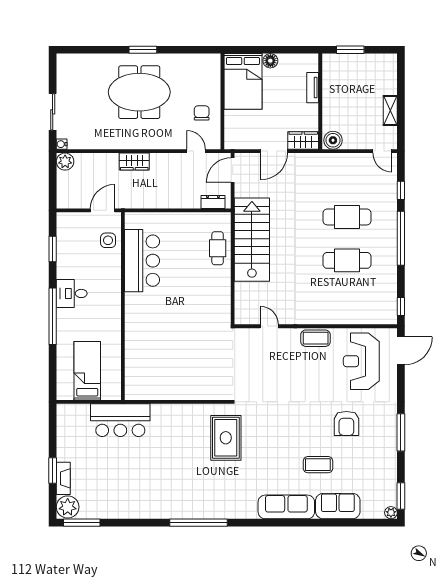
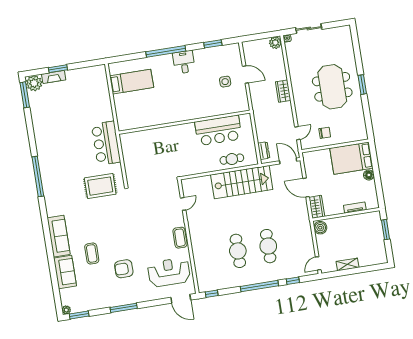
bar counter: (142, 261) -> (218, 130), moved
wall: (123, 306) -> (184, 122), moved
bar counter: (120, 420) -> (106, 143), moved

